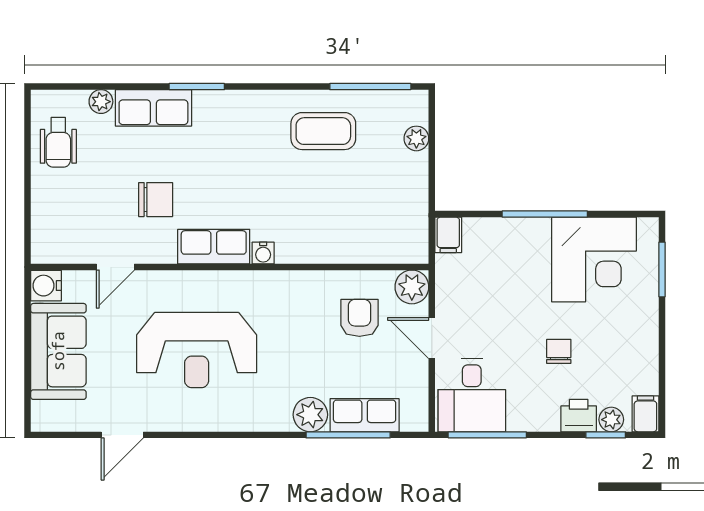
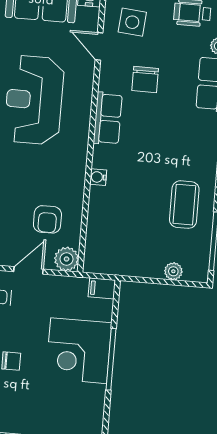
side table: (78, 224) -> (132, 22), added
water cooler: (263, 253) -> (98, 177), moved
corner desk: (594, 260) -> (79, 351), moved
armchair: (359, 318) -> (47, 219), turned 90

